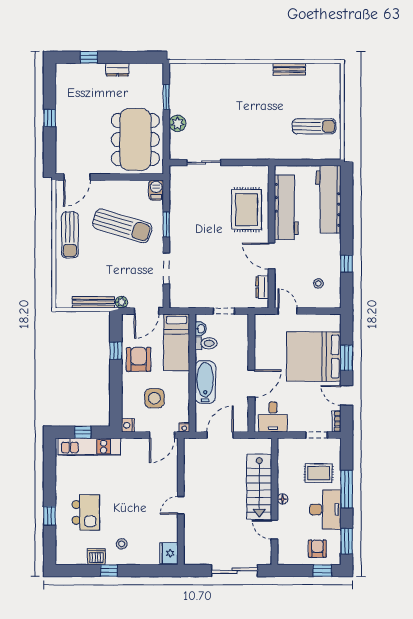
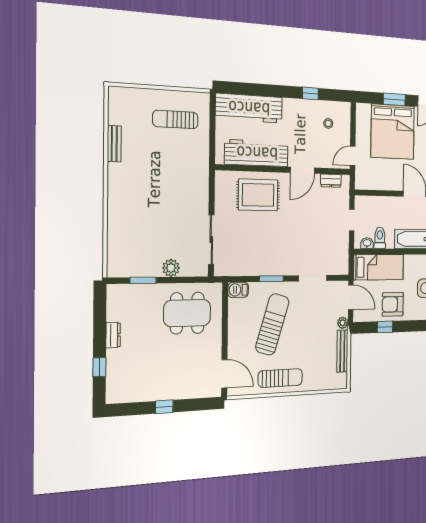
sun lounger: (314, 126) -> (175, 119), turned -90
dining table: (135, 140) -> (187, 313), width x0.73, depth x0.80
sliding door: (204, 163) -> (211, 239), width x1.37

